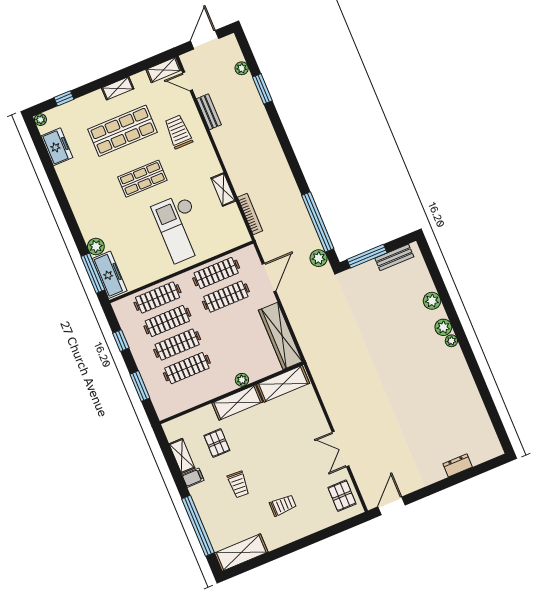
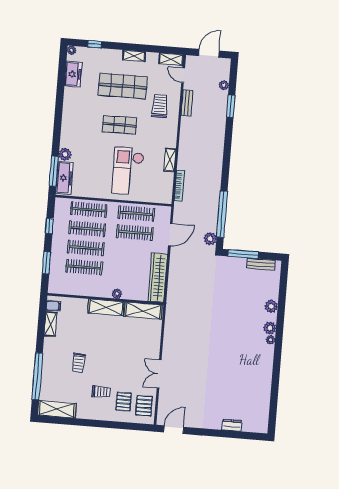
pallet: (217, 443) -> (124, 402), moved
filing cabinet: (193, 478) -> (53, 306), moved

